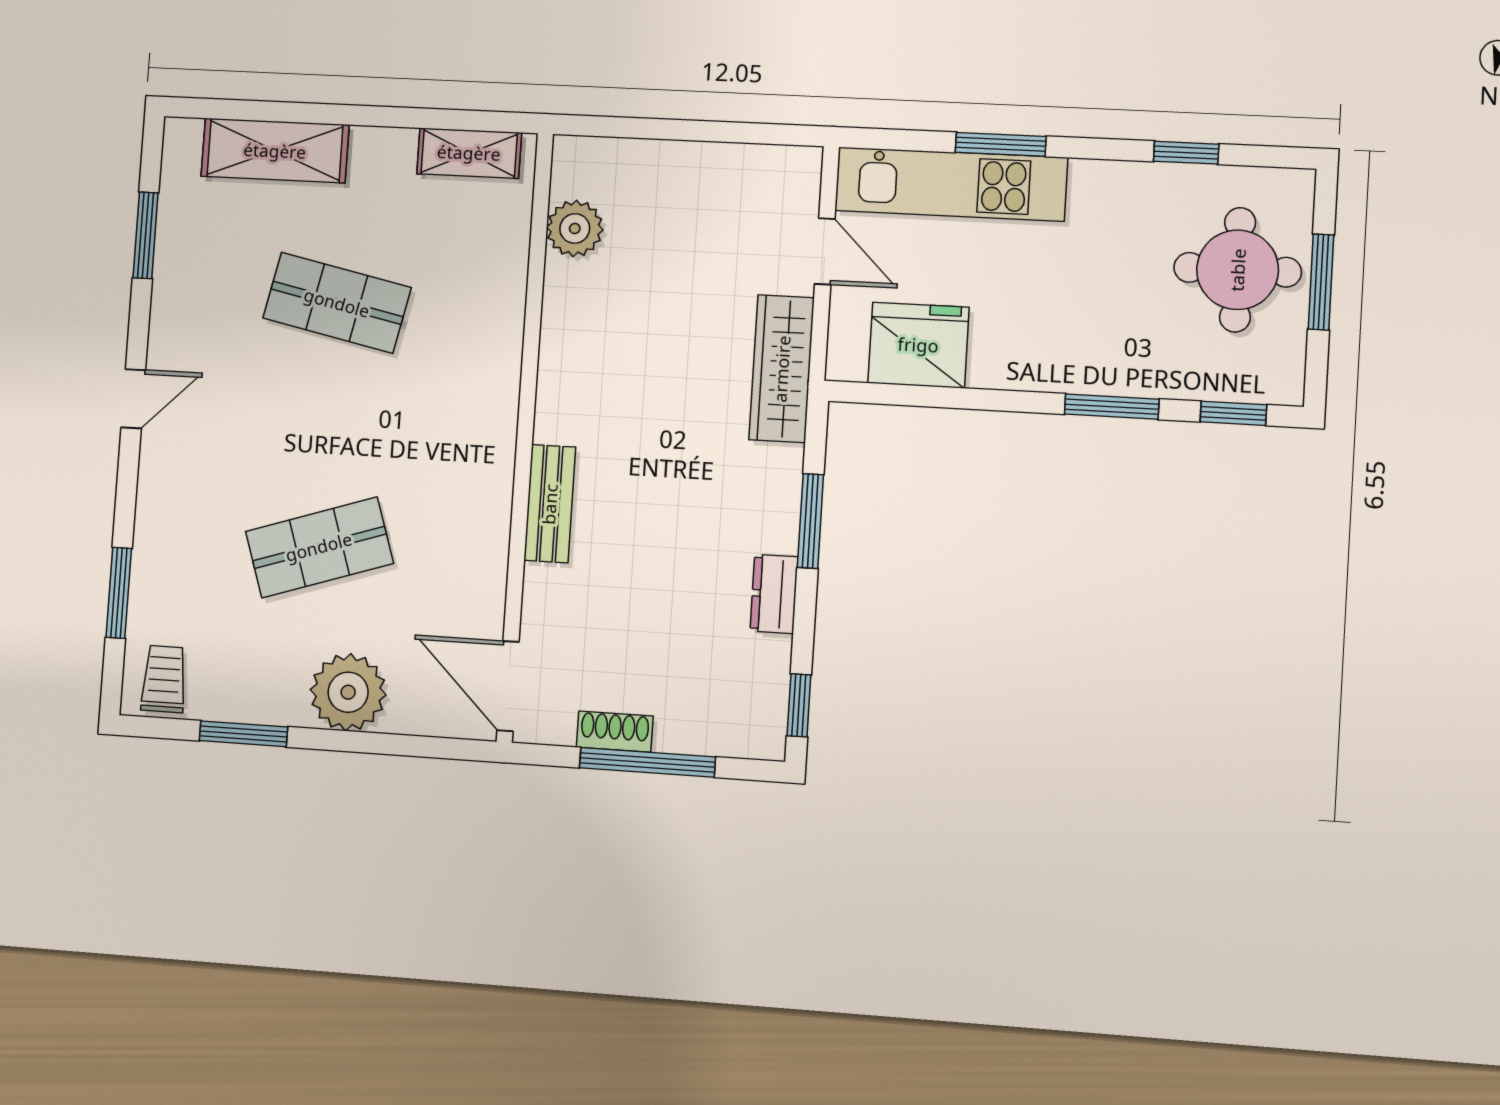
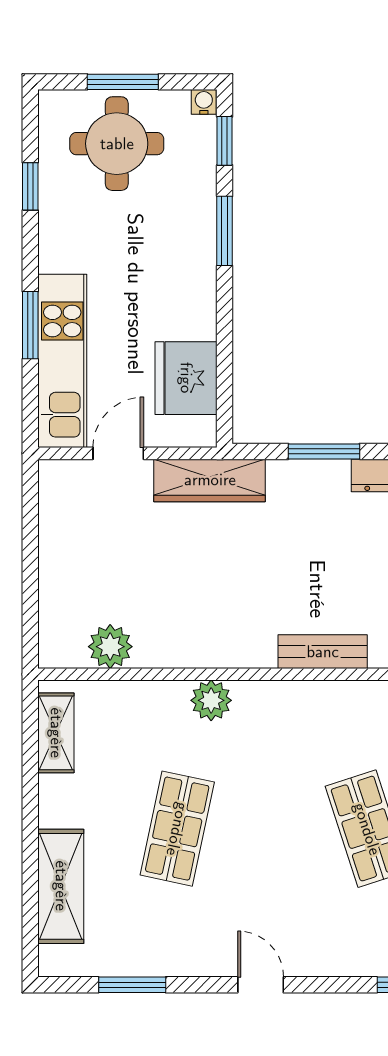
plant: (497, 355) -> (211, 700), added
water cooler: (1288, 389) -> (204, 102), added

